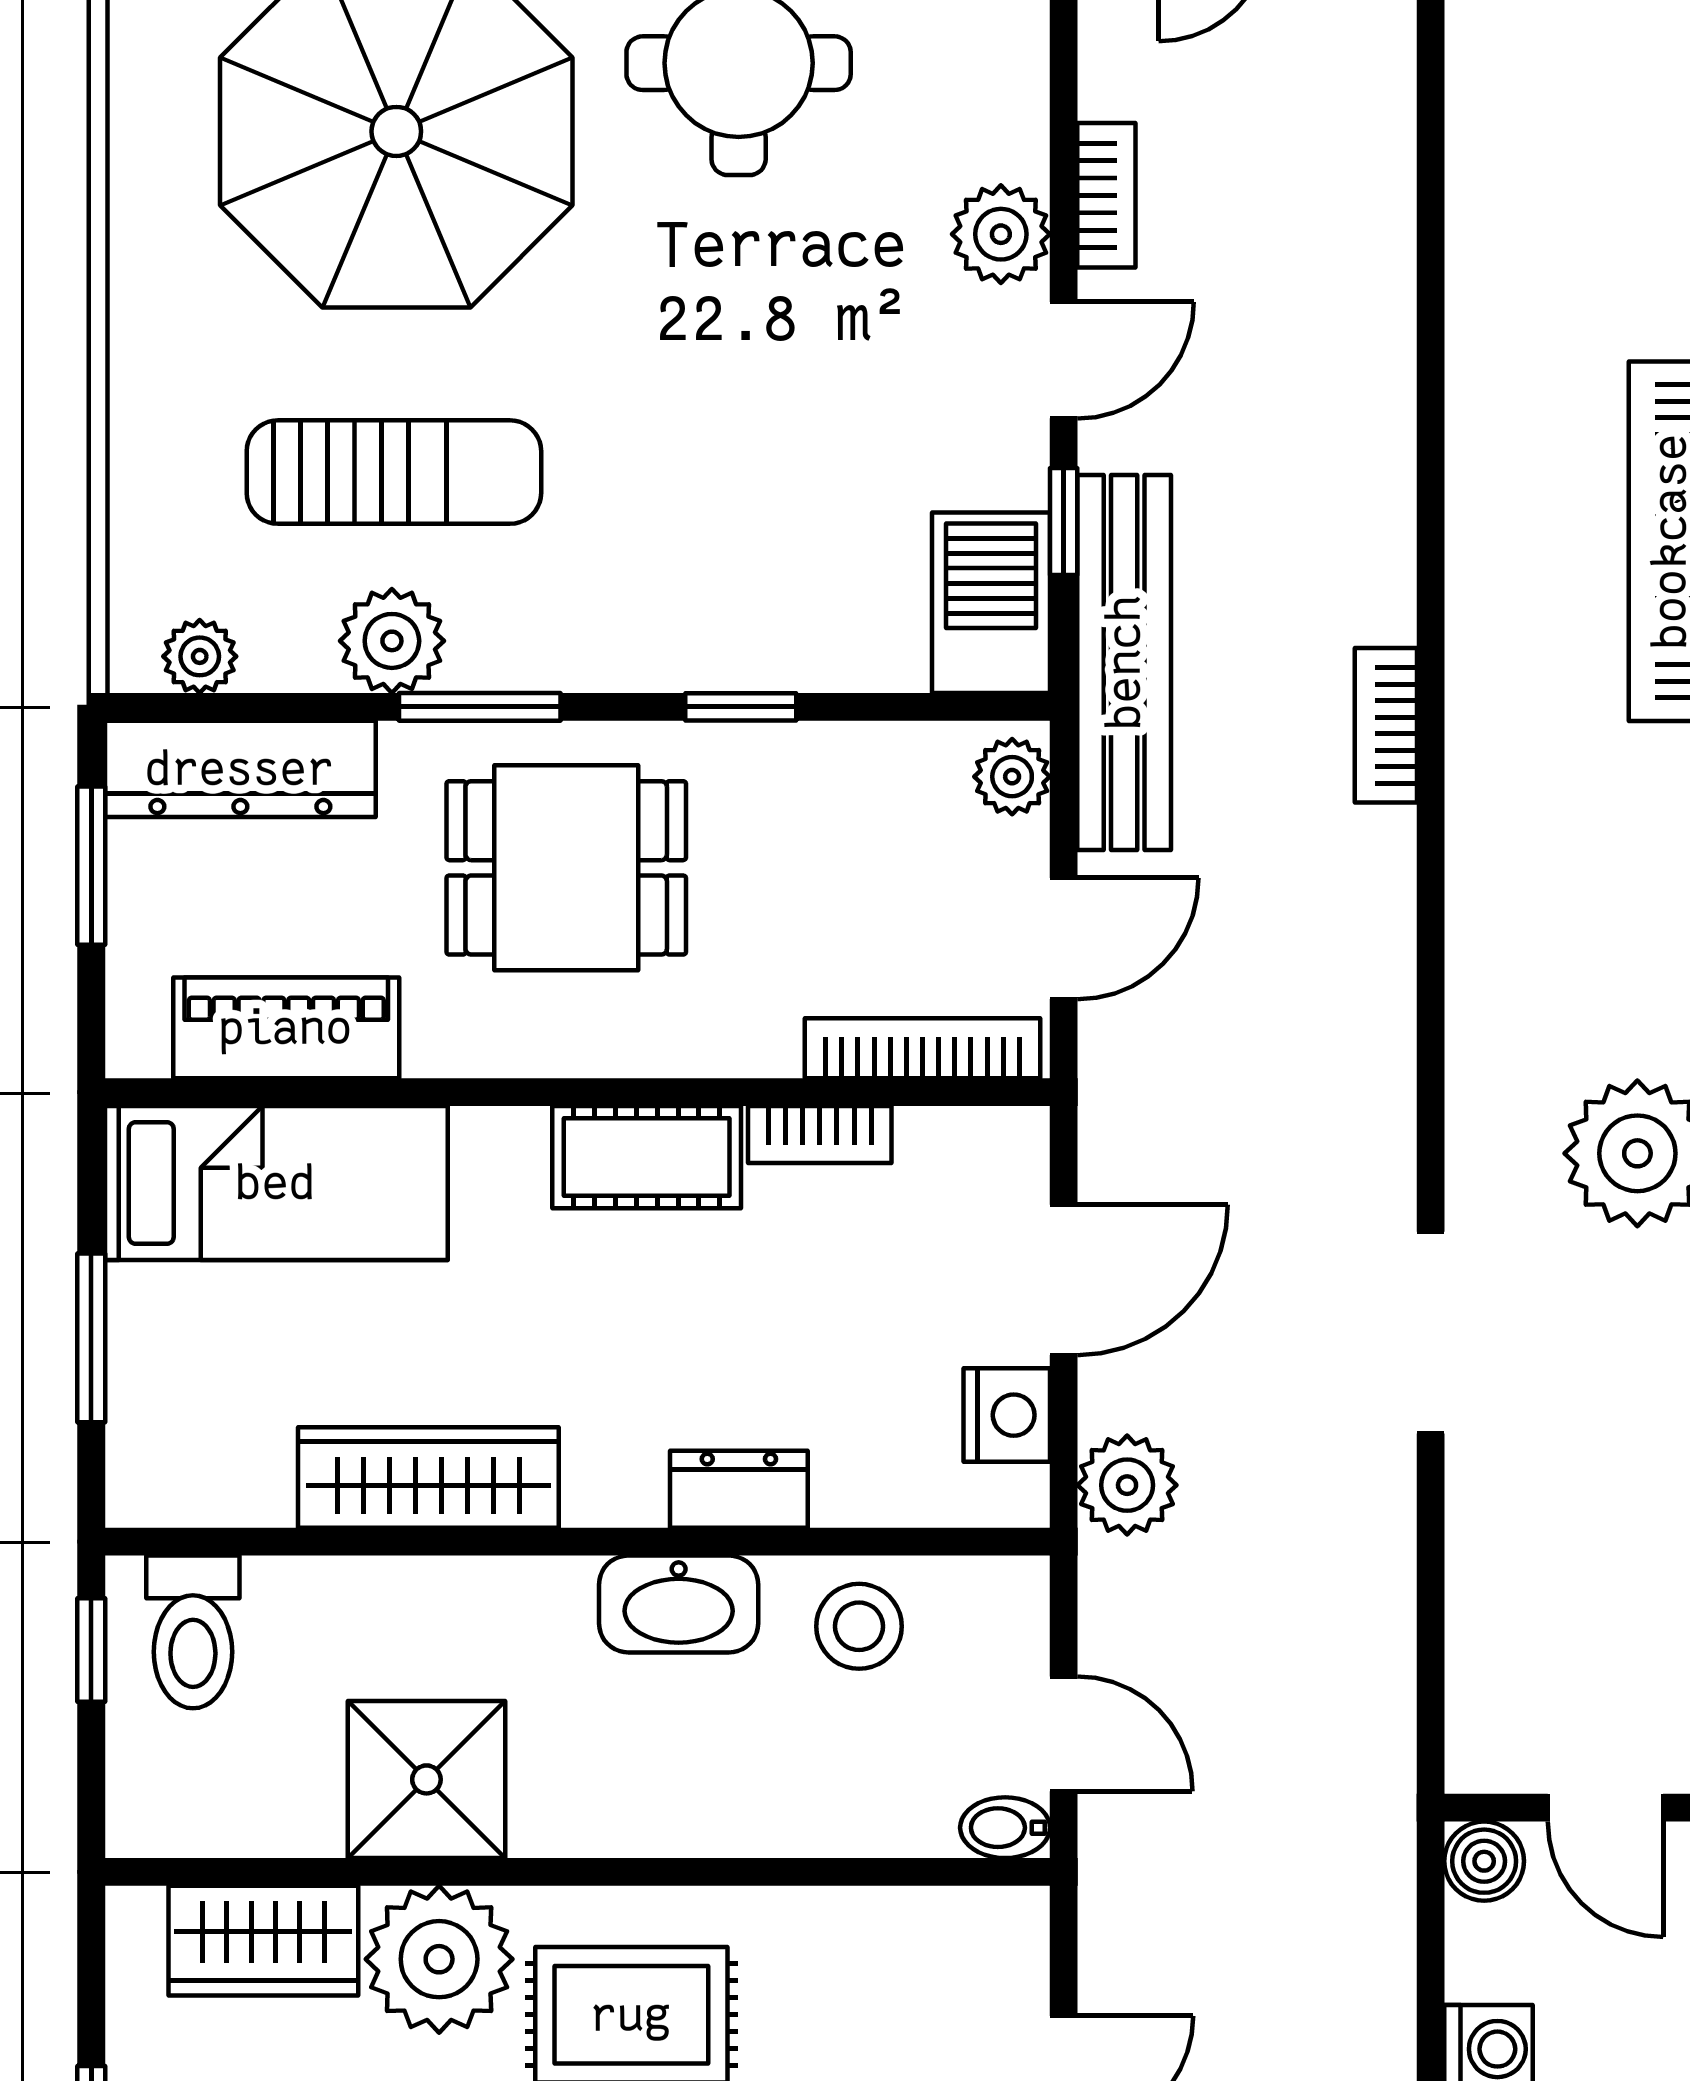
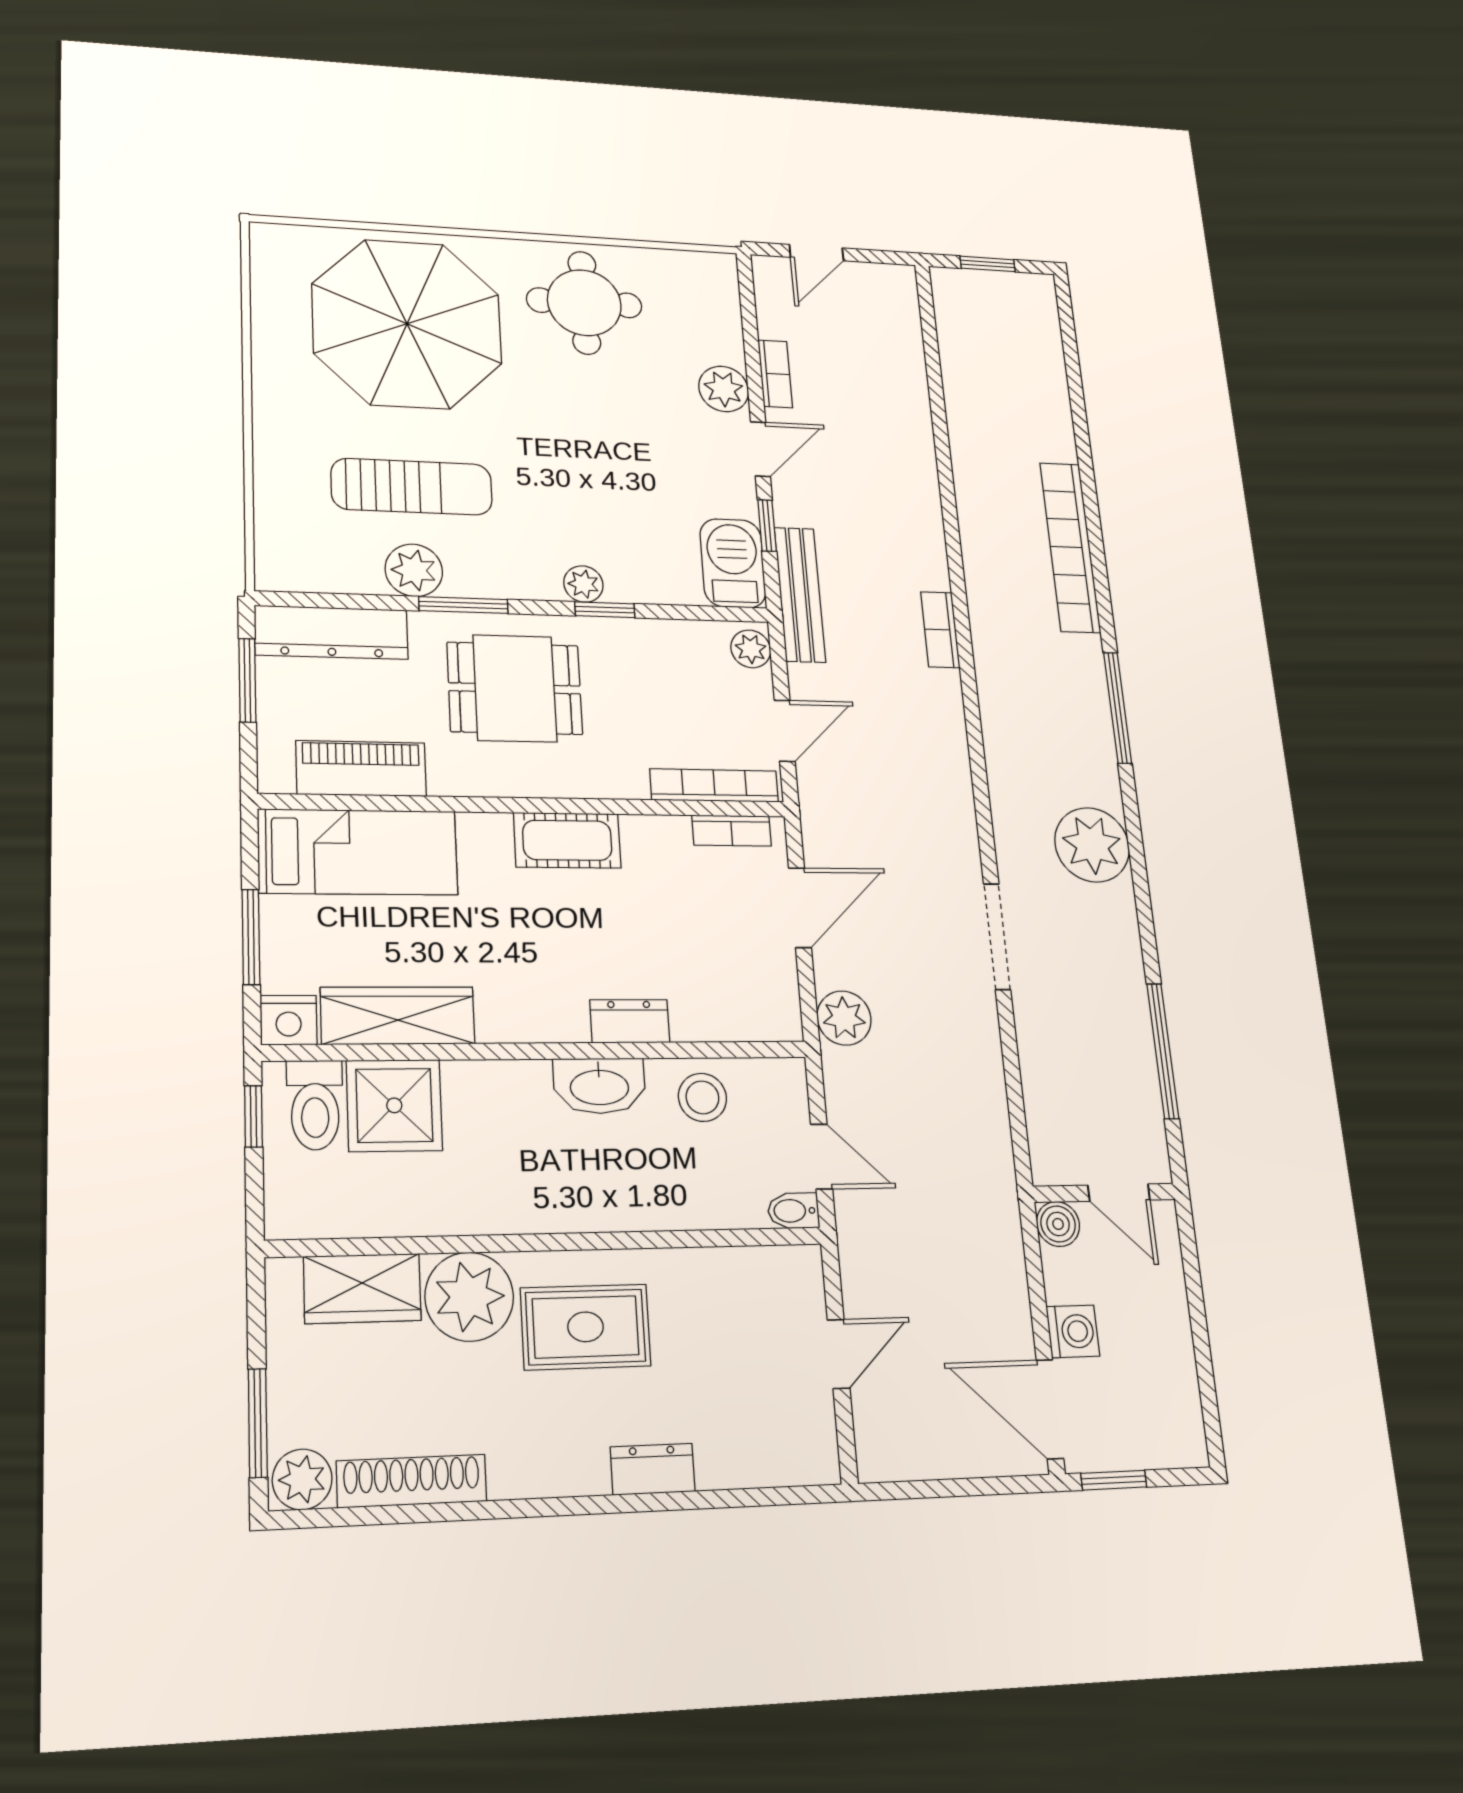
plant: (200, 656) -> (583, 584), moved
bench: (1124, 662) -> (800, 595), width x0.73, depth x0.82
bookcase: (820, 1135) -> (732, 831), moved
nightstand: (1007, 1415) -> (289, 1020), moved, turned 90
wardrobe: (428, 1478) -> (398, 1016), moved
shower: (426, 1779) -> (394, 1105), moved

